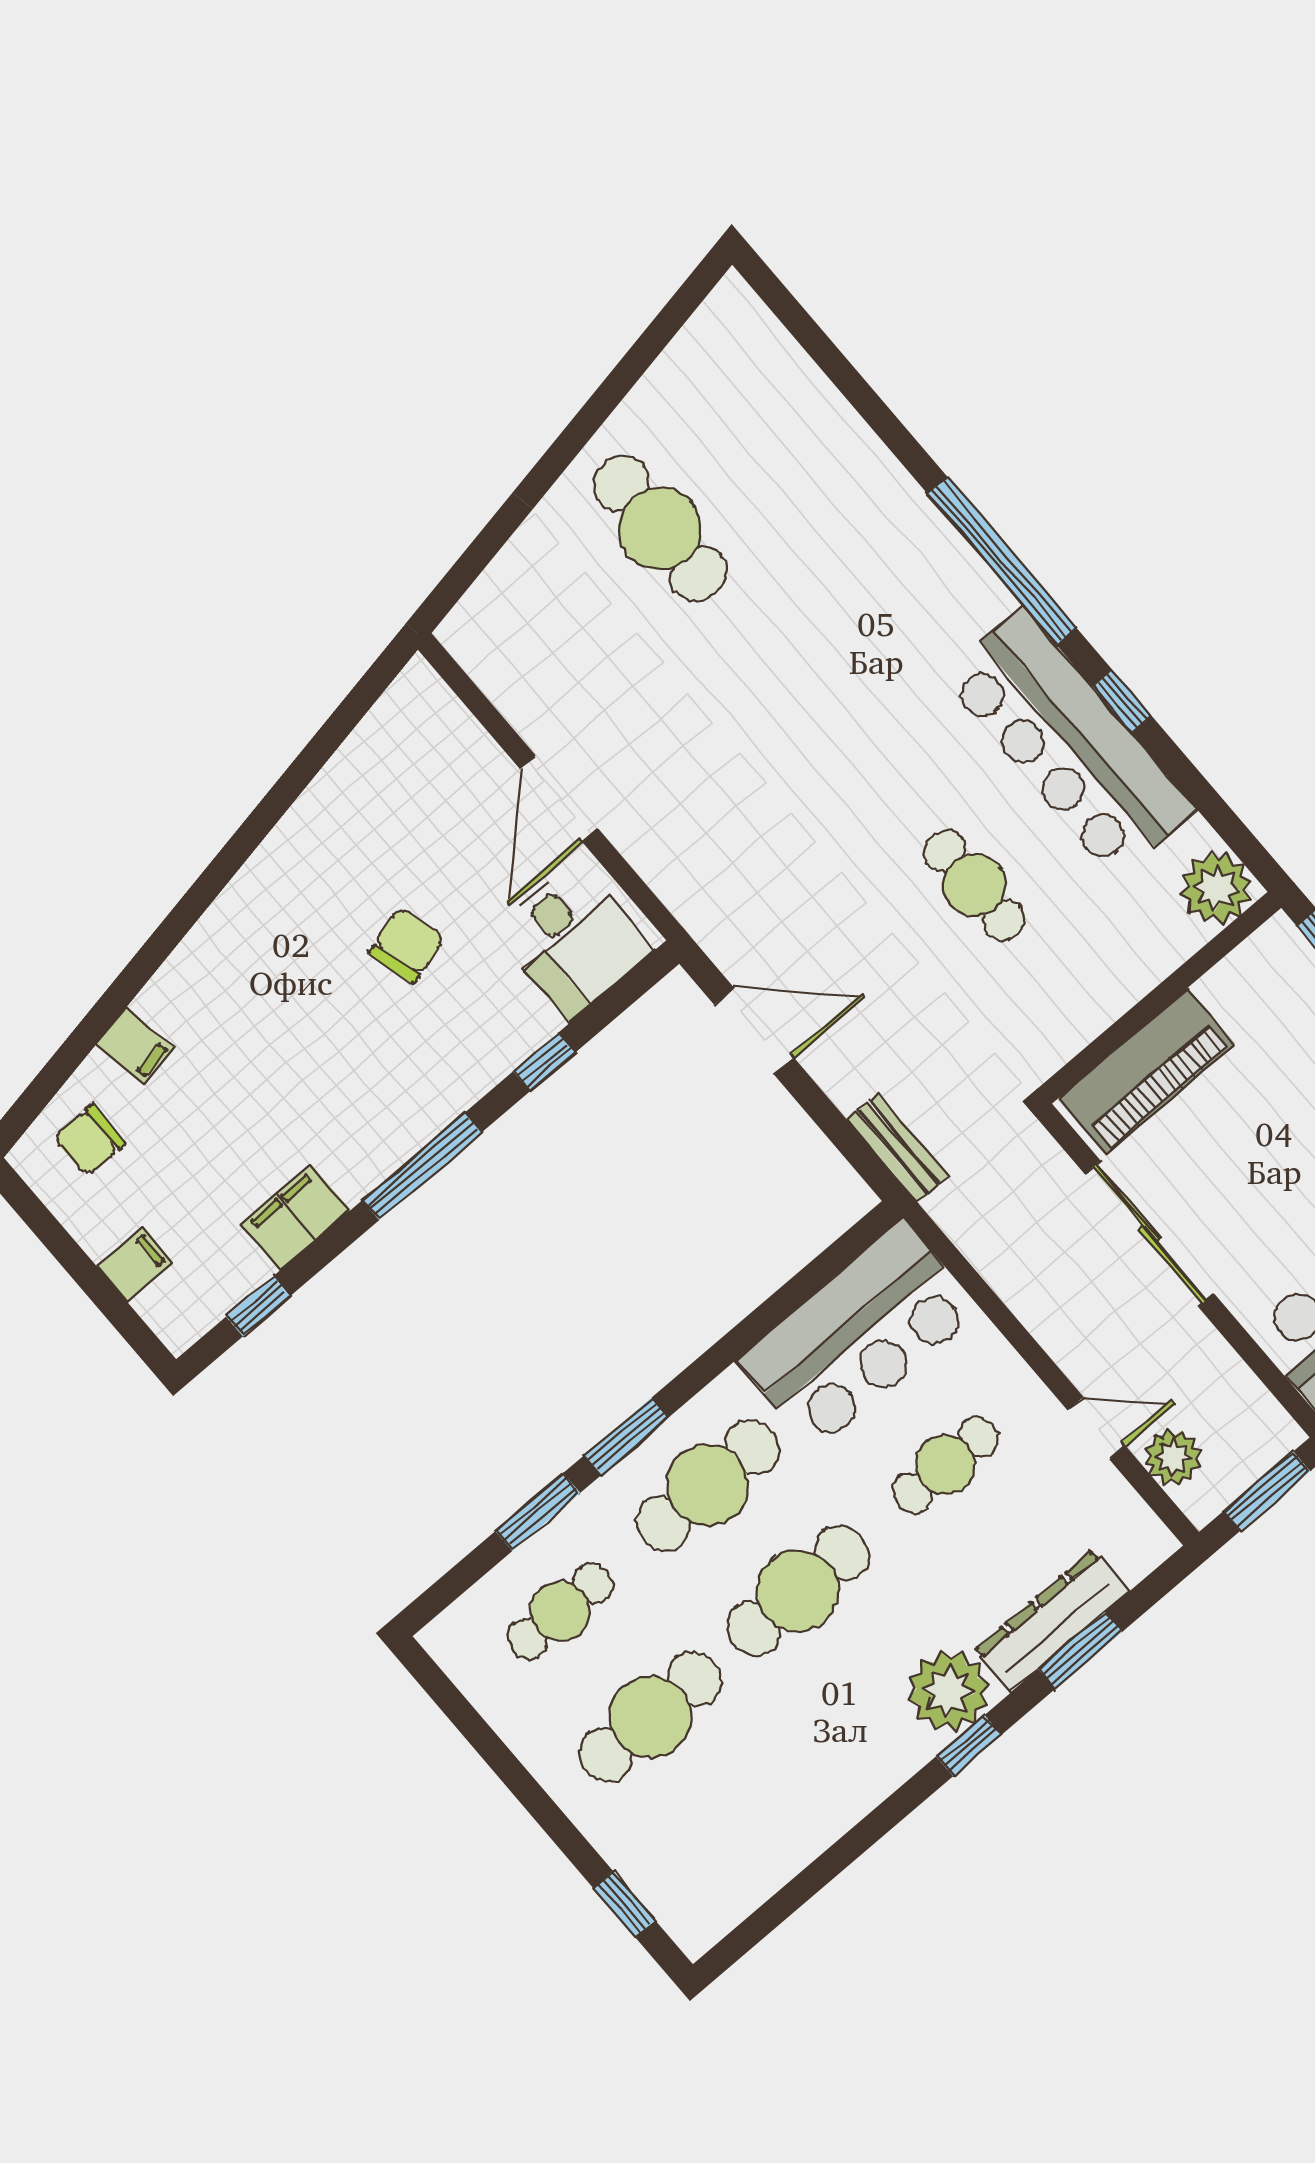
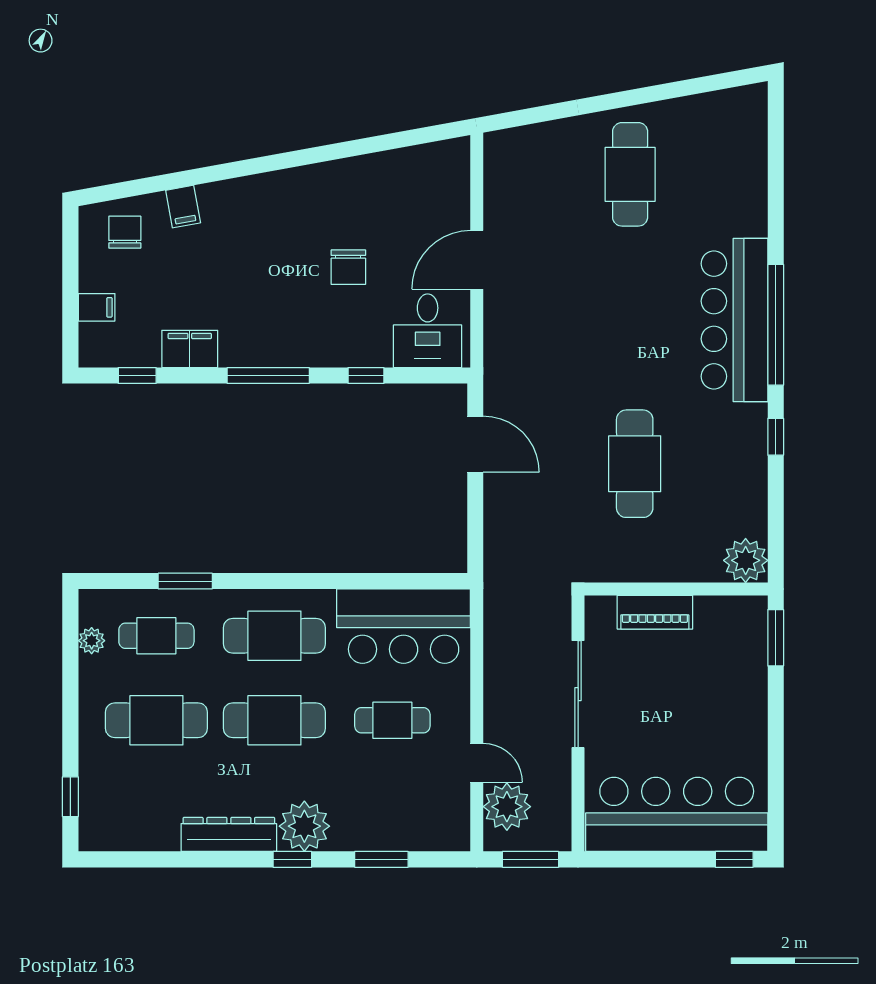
bar counter: (1069, 743) -> (734, 320), moved
cafe table: (974, 885) -> (635, 464), width x1.37, depth x1.35
chair: (407, 945) -> (348, 267), turned 106
piano: (1147, 1071) -> (655, 612), width x0.73, depth x0.75
chair: (90, 1140) -> (125, 232), turned 90
bench: (898, 1148) -> (496, 555), removed
window: (626, 1436) -> (256, 581), removed
plant: (1173, 1457) -> (507, 807), width x1.36, depth x1.36
dresser: (1052, 1621) -> (229, 834), moved
plant: (484, 1687) -> (92, 641), added

